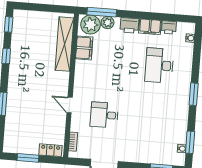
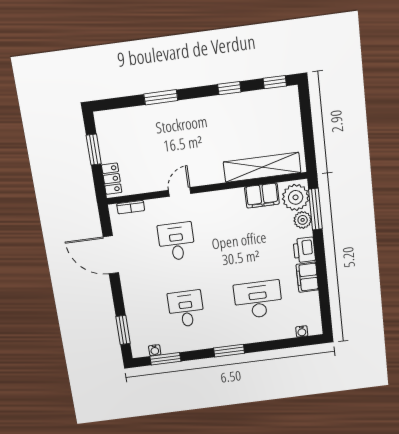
printer: (169, 27) -> (311, 302), removed
desk: (155, 119) -> (186, 309), added

